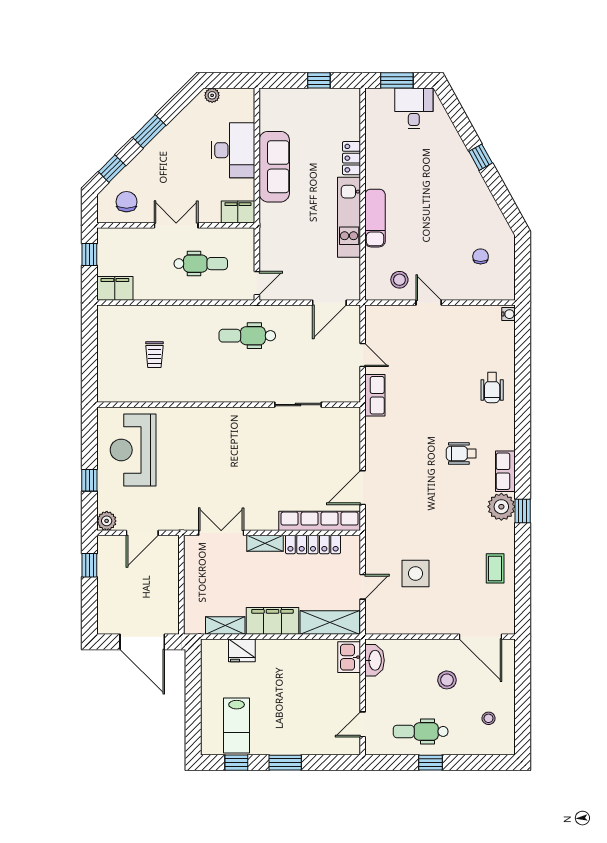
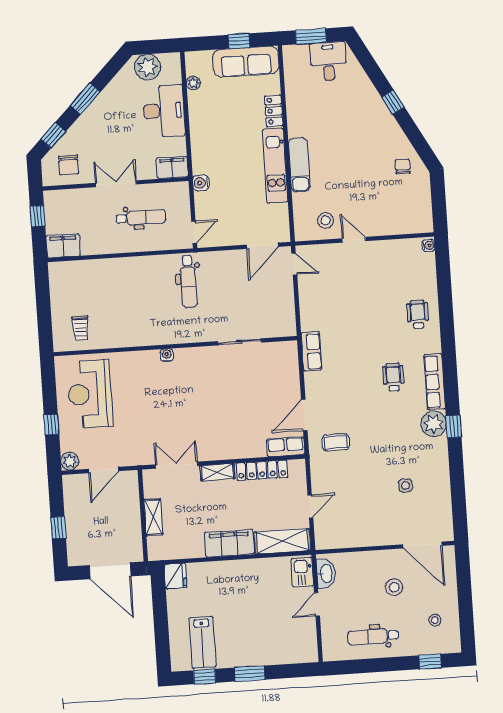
plant: (212, 95) -> (148, 67), width x1.88, depth x1.88
plant: (267, 122) -> (193, 83), added
sofa: (274, 167) -> (246, 62), moved, turned 90
chair: (127, 202) -> (69, 165), turned 180
water cooler: (268, 230) -> (201, 183), added
chair: (481, 256) -> (403, 166), moved
dental chair: (247, 336) -> (188, 281), turned -90
trolley: (154, 355) -> (81, 328), moved
door: (363, 355) -> (294, 264), moved
wheelchair: (492, 388) -> (418, 314), turned 180
row of seats: (375, 395) -> (311, 351), moved
water cooler: (219, 414) -> (167, 355), added
wheelchair: (461, 453) -> (393, 377), turned 90
row of seats: (505, 471) -> (435, 382), width x1.48
row of seats: (320, 521) -> (286, 447), width x0.50
window: (89, 565) -> (58, 528), moved
coffee table: (495, 568) -> (336, 442), moved, turned 90
side table: (416, 574) -> (405, 486), moved, width x0.54, depth x0.54
shelving: (225, 625) -> (153, 517), moved, turned 90
fridge: (242, 650) -> (175, 576), moved, turned -90
door: (363, 724) -> (317, 604), moved
window: (430, 763) -> (430, 662), moved

